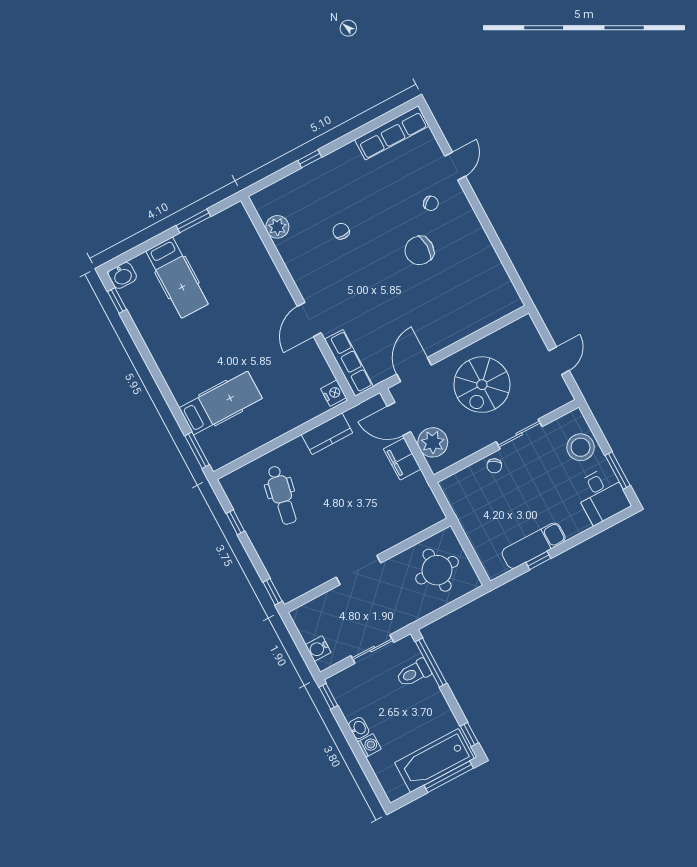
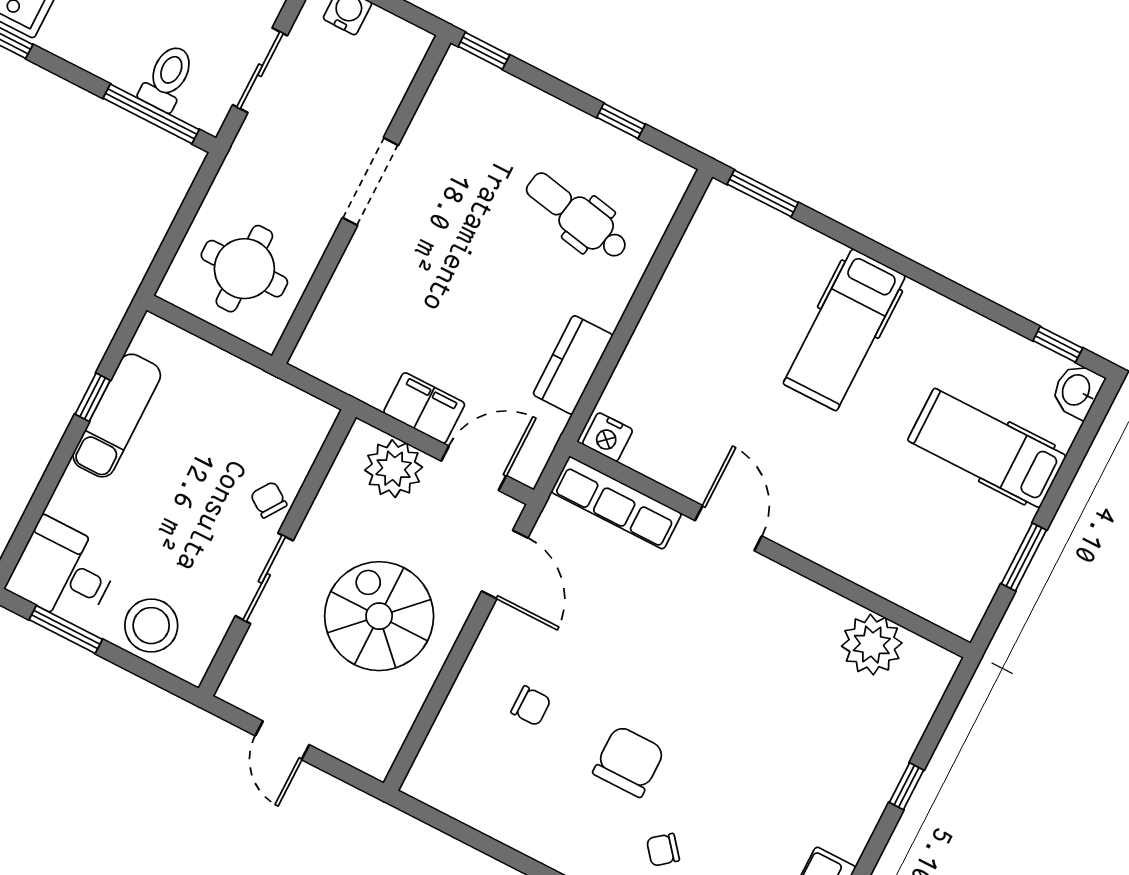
plant: (277, 227) -> (872, 645), width x1.36, depth x1.36
chair: (341, 231) -> (531, 706), moved
hospital bed: (221, 403) -> (844, 330), moved

